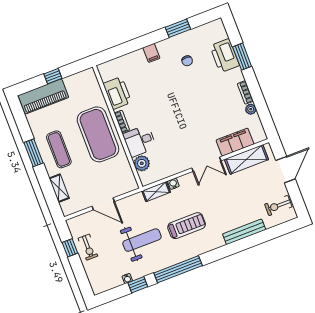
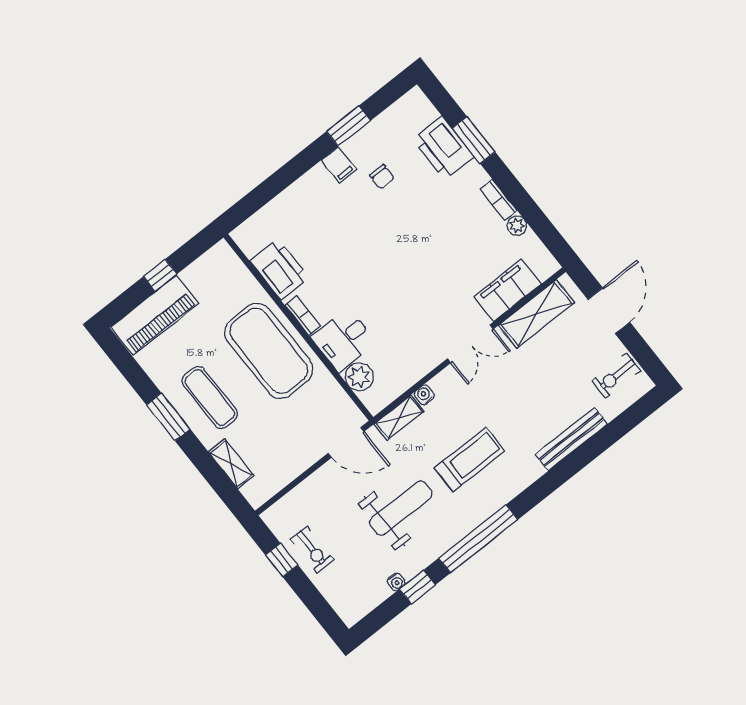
filing cabinet: (151, 53) -> (339, 165), moved
door: (103, 204) -> (346, 442), moved

